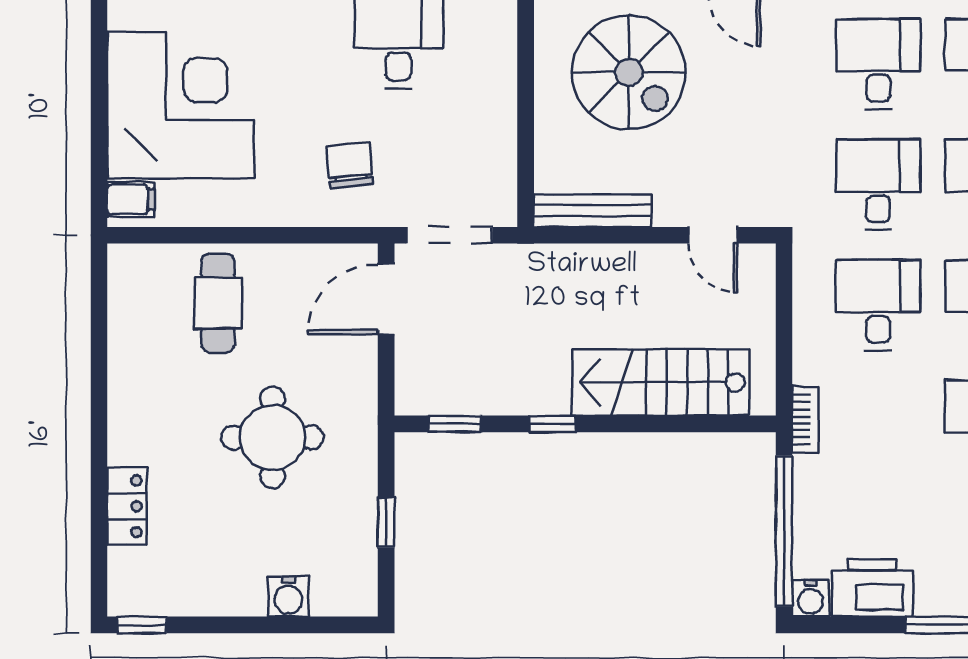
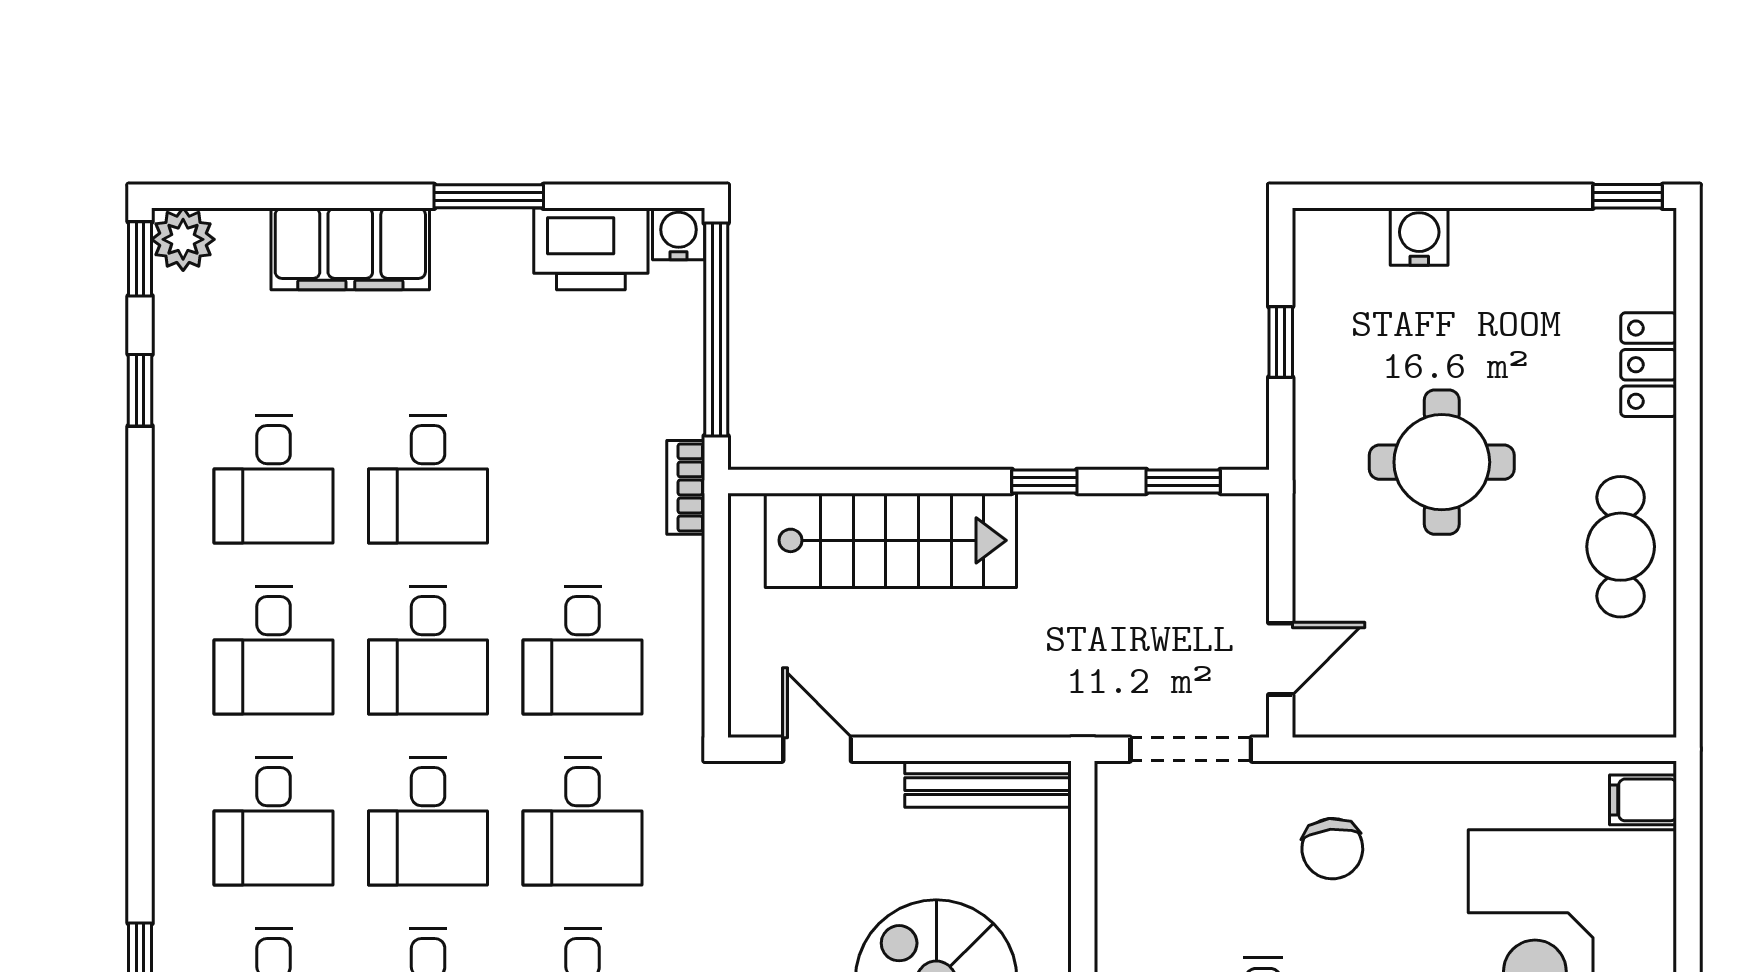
door: (386, 299) -> (1281, 659), width x0.73
cafe table: (218, 303) -> (1621, 547), moved

